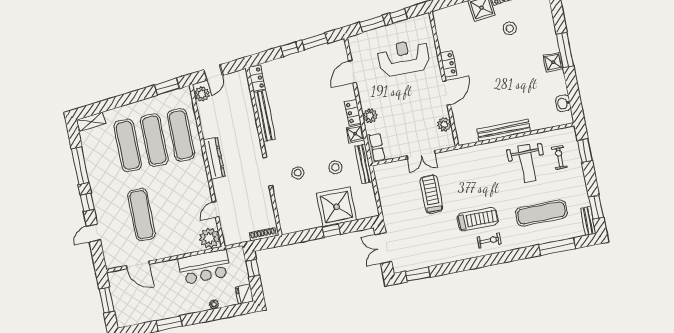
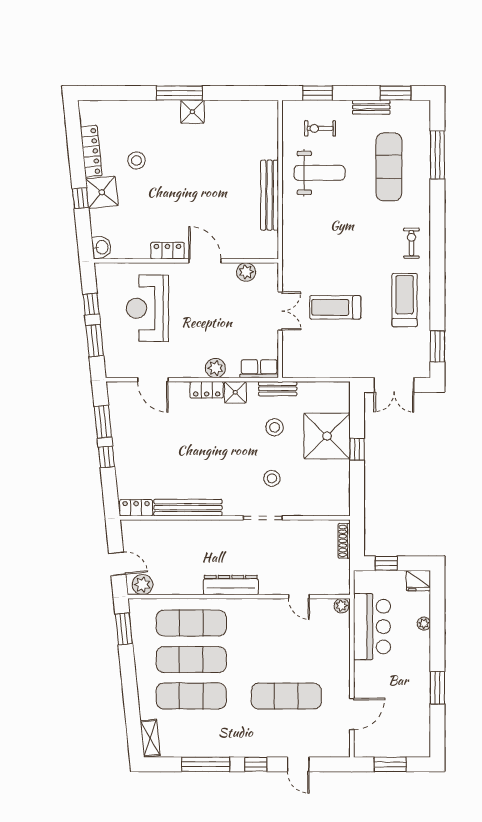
washbasin: (563, 103) -> (102, 247), moved, turned -96
bench: (364, 164) -> (278, 389), width x0.73
treadmill: (478, 219) -> (405, 300), moved
bench: (588, 221) -> (371, 107), moved
plant: (210, 238) -> (342, 606), width x0.53, depth x0.53

